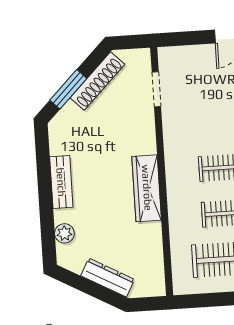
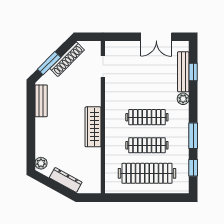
bench: (61, 182) -> (41, 101), moved
plant: (64, 233) -> (41, 163), moved

